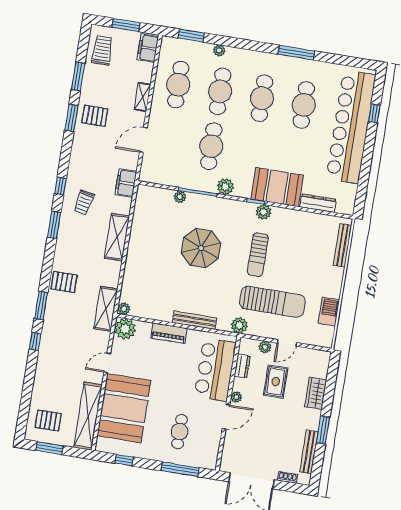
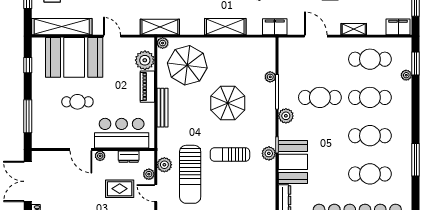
plant: (219, 50) -> (406, 75), moved
parasol: (153, 286) -> (187, 65), added
plant: (239, 325) -> (164, 165), moved
plant: (125, 329) -> (145, 60), moved
cafe table: (180, 432) -> (77, 102), moved

